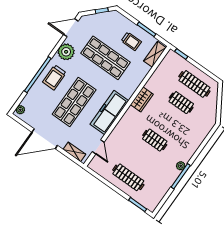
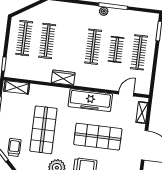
trolley: (131, 41) -> (14, 147), moved
clothes rail: (181, 103) -> (47, 41), width x1.36
clothes rail: (155, 140) -> (93, 47), width x1.36
clothes rail: (142, 159) -> (116, 50), added

